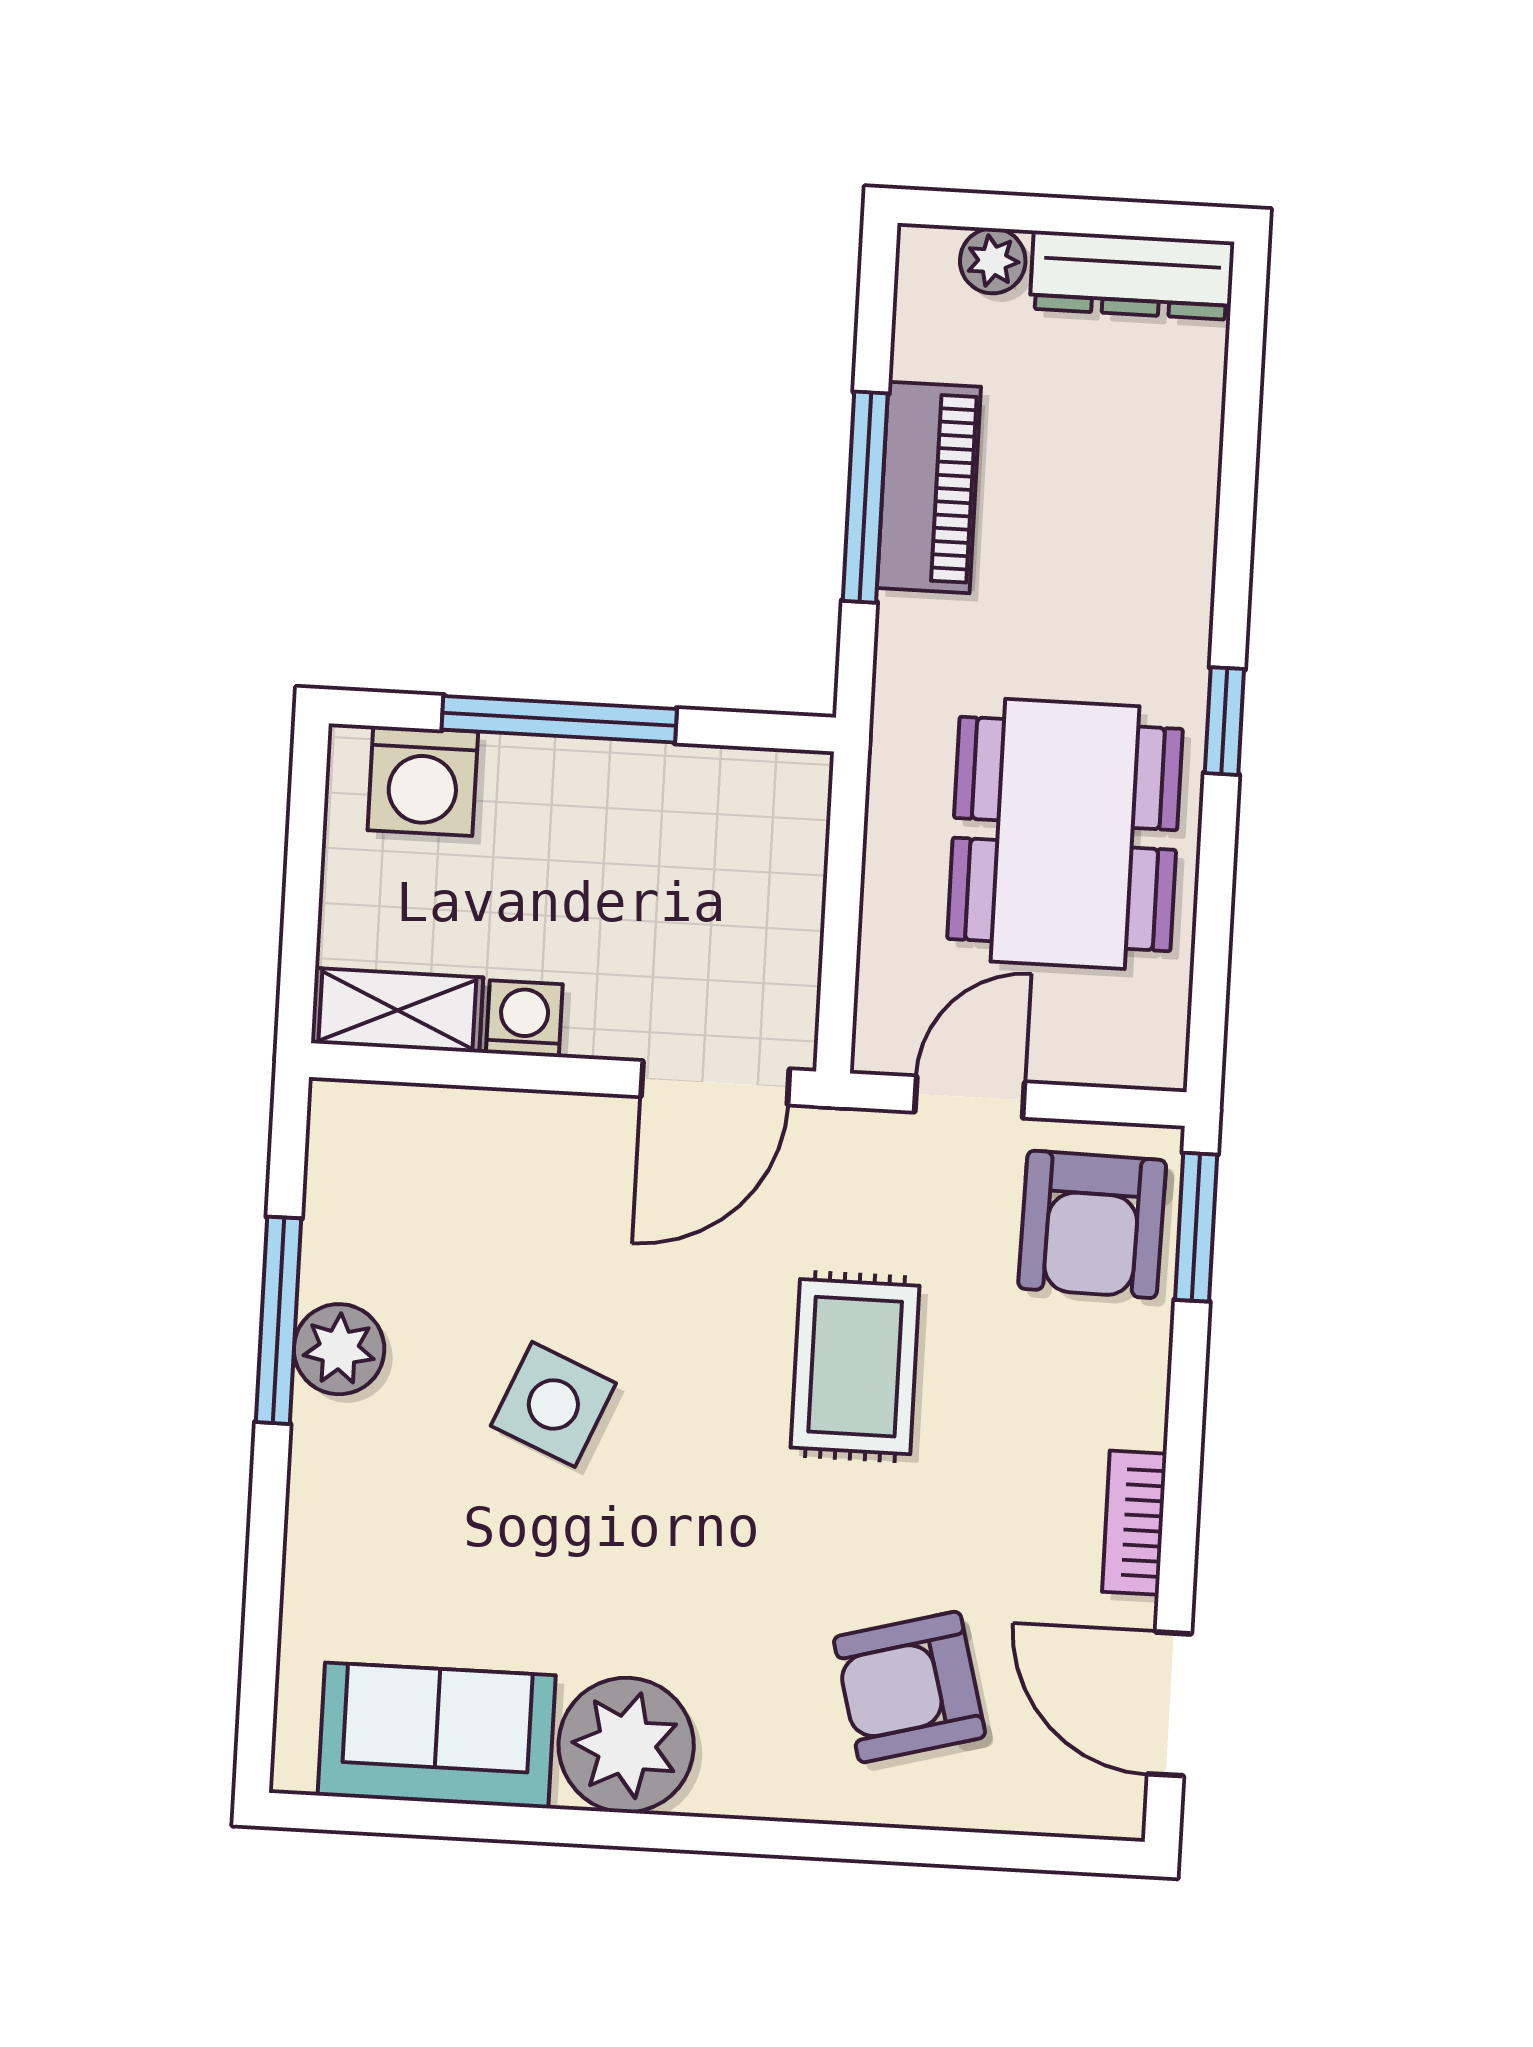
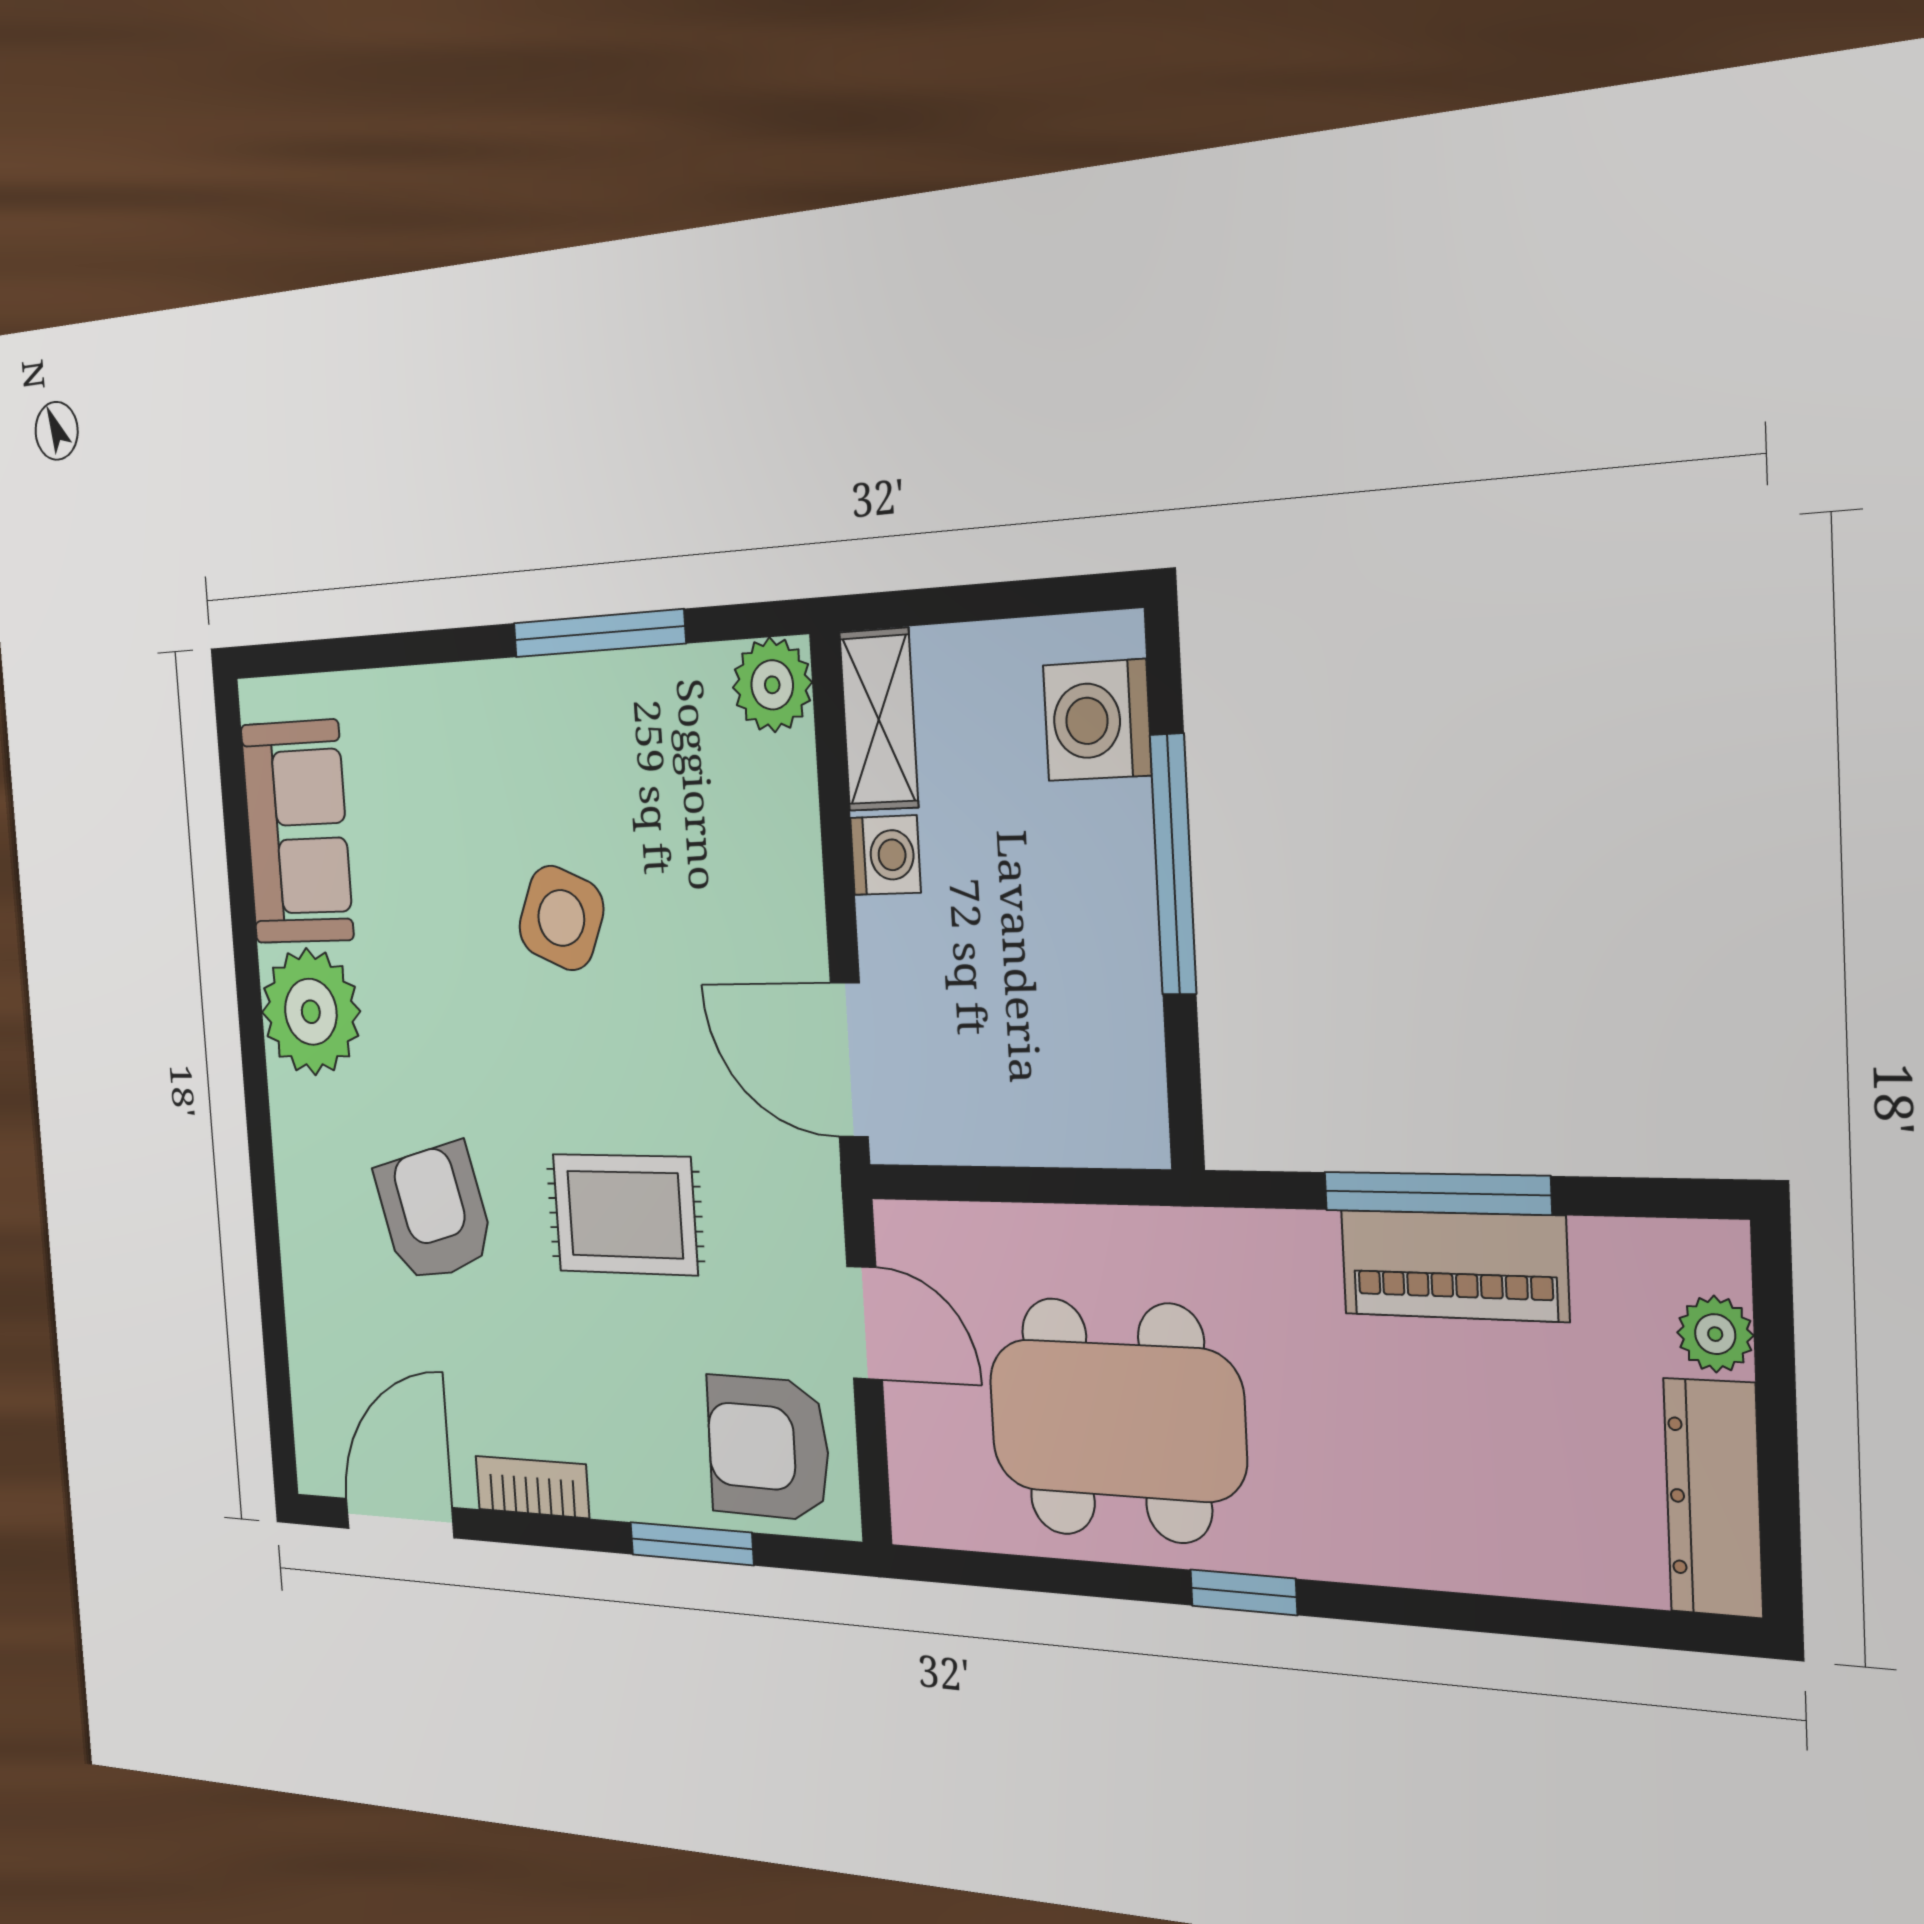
window: (1196, 1227) -> (692, 1544), moved
plant: (339, 1349) -> (772, 685), moved
armchair: (909, 1687) -> (434, 1213), moved

